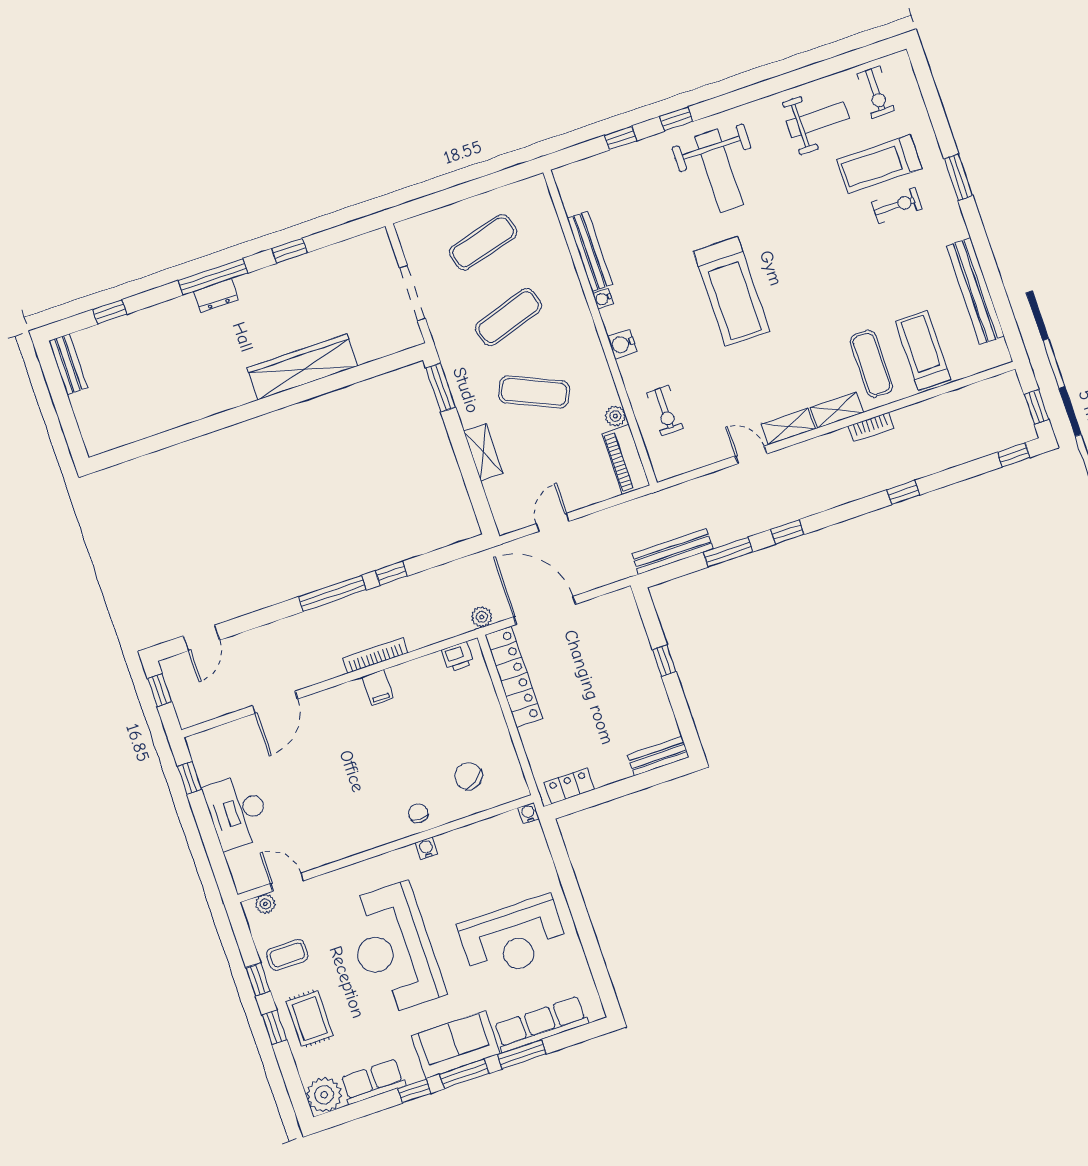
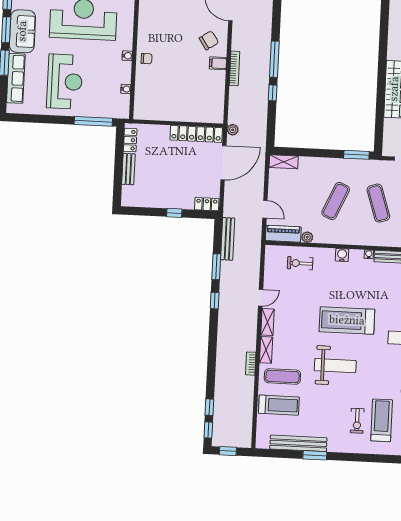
window: (958, 177) -> (315, 455), moved
weight bench: (817, 281) -> (335, 366), added
shelving: (483, 452) -> (284, 162), moved
window: (903, 492) -> (209, 407), moved
door: (553, 522) -> (265, 209), moved
locker: (627, 611) -> (207, 204), added
printer: (458, 657) -> (217, 110), removed
bench: (658, 756) -> (128, 169), moved
chair: (468, 776) -> (209, 40), moved
water cooler: (528, 813) -> (126, 89), moved
window: (562, 862) -> (93, 121), added
reception desk: (513, 938) -> (65, 82), turned 180

